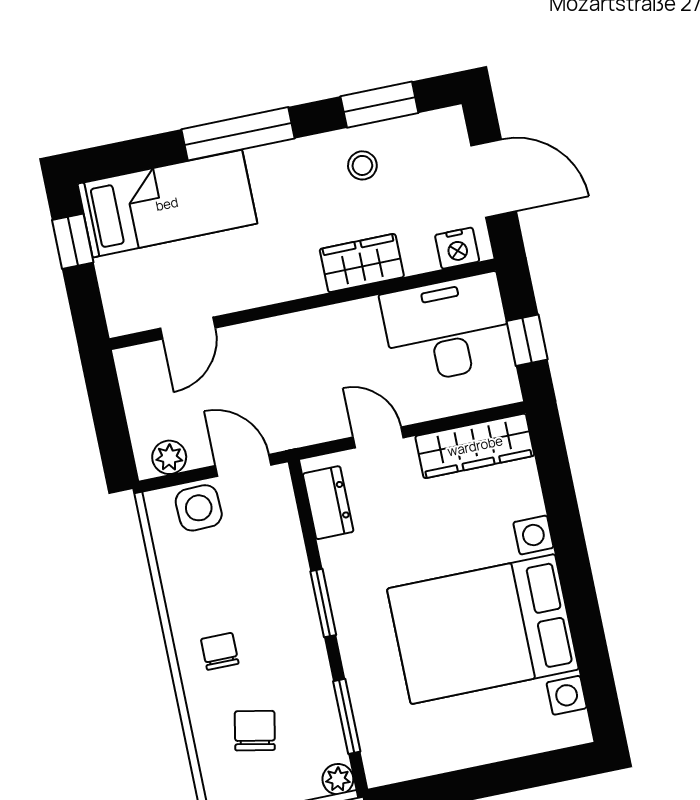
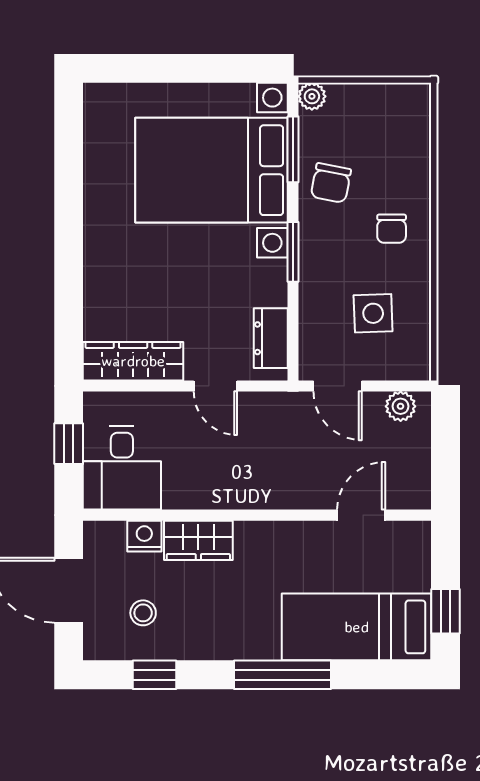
window: (379, 105) -> (155, 675), width x0.67
stool: (362, 165) -> (143, 613), moved
nightstand: (457, 248) -> (144, 536), moved
desk: (447, 329) -> (122, 468), width x0.73
side table: (199, 508) -> (373, 313), moved
bed with nightstands: (483, 629) -> (211, 170), moved, turned 180
chair: (255, 731) -> (331, 183), moved

